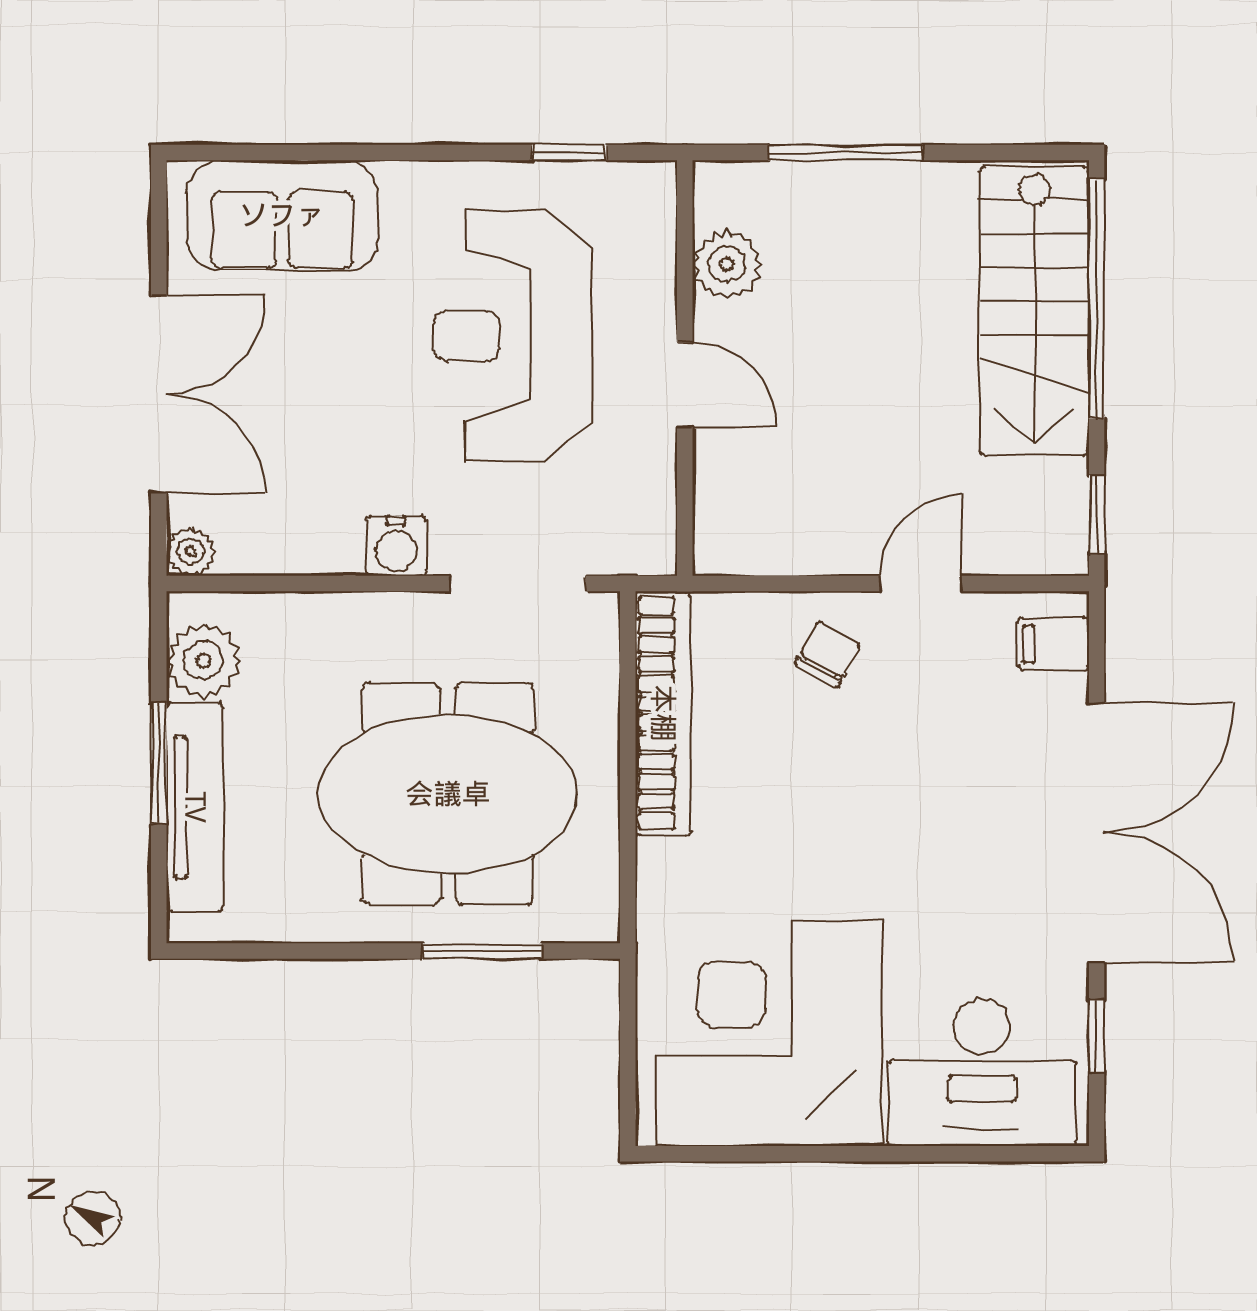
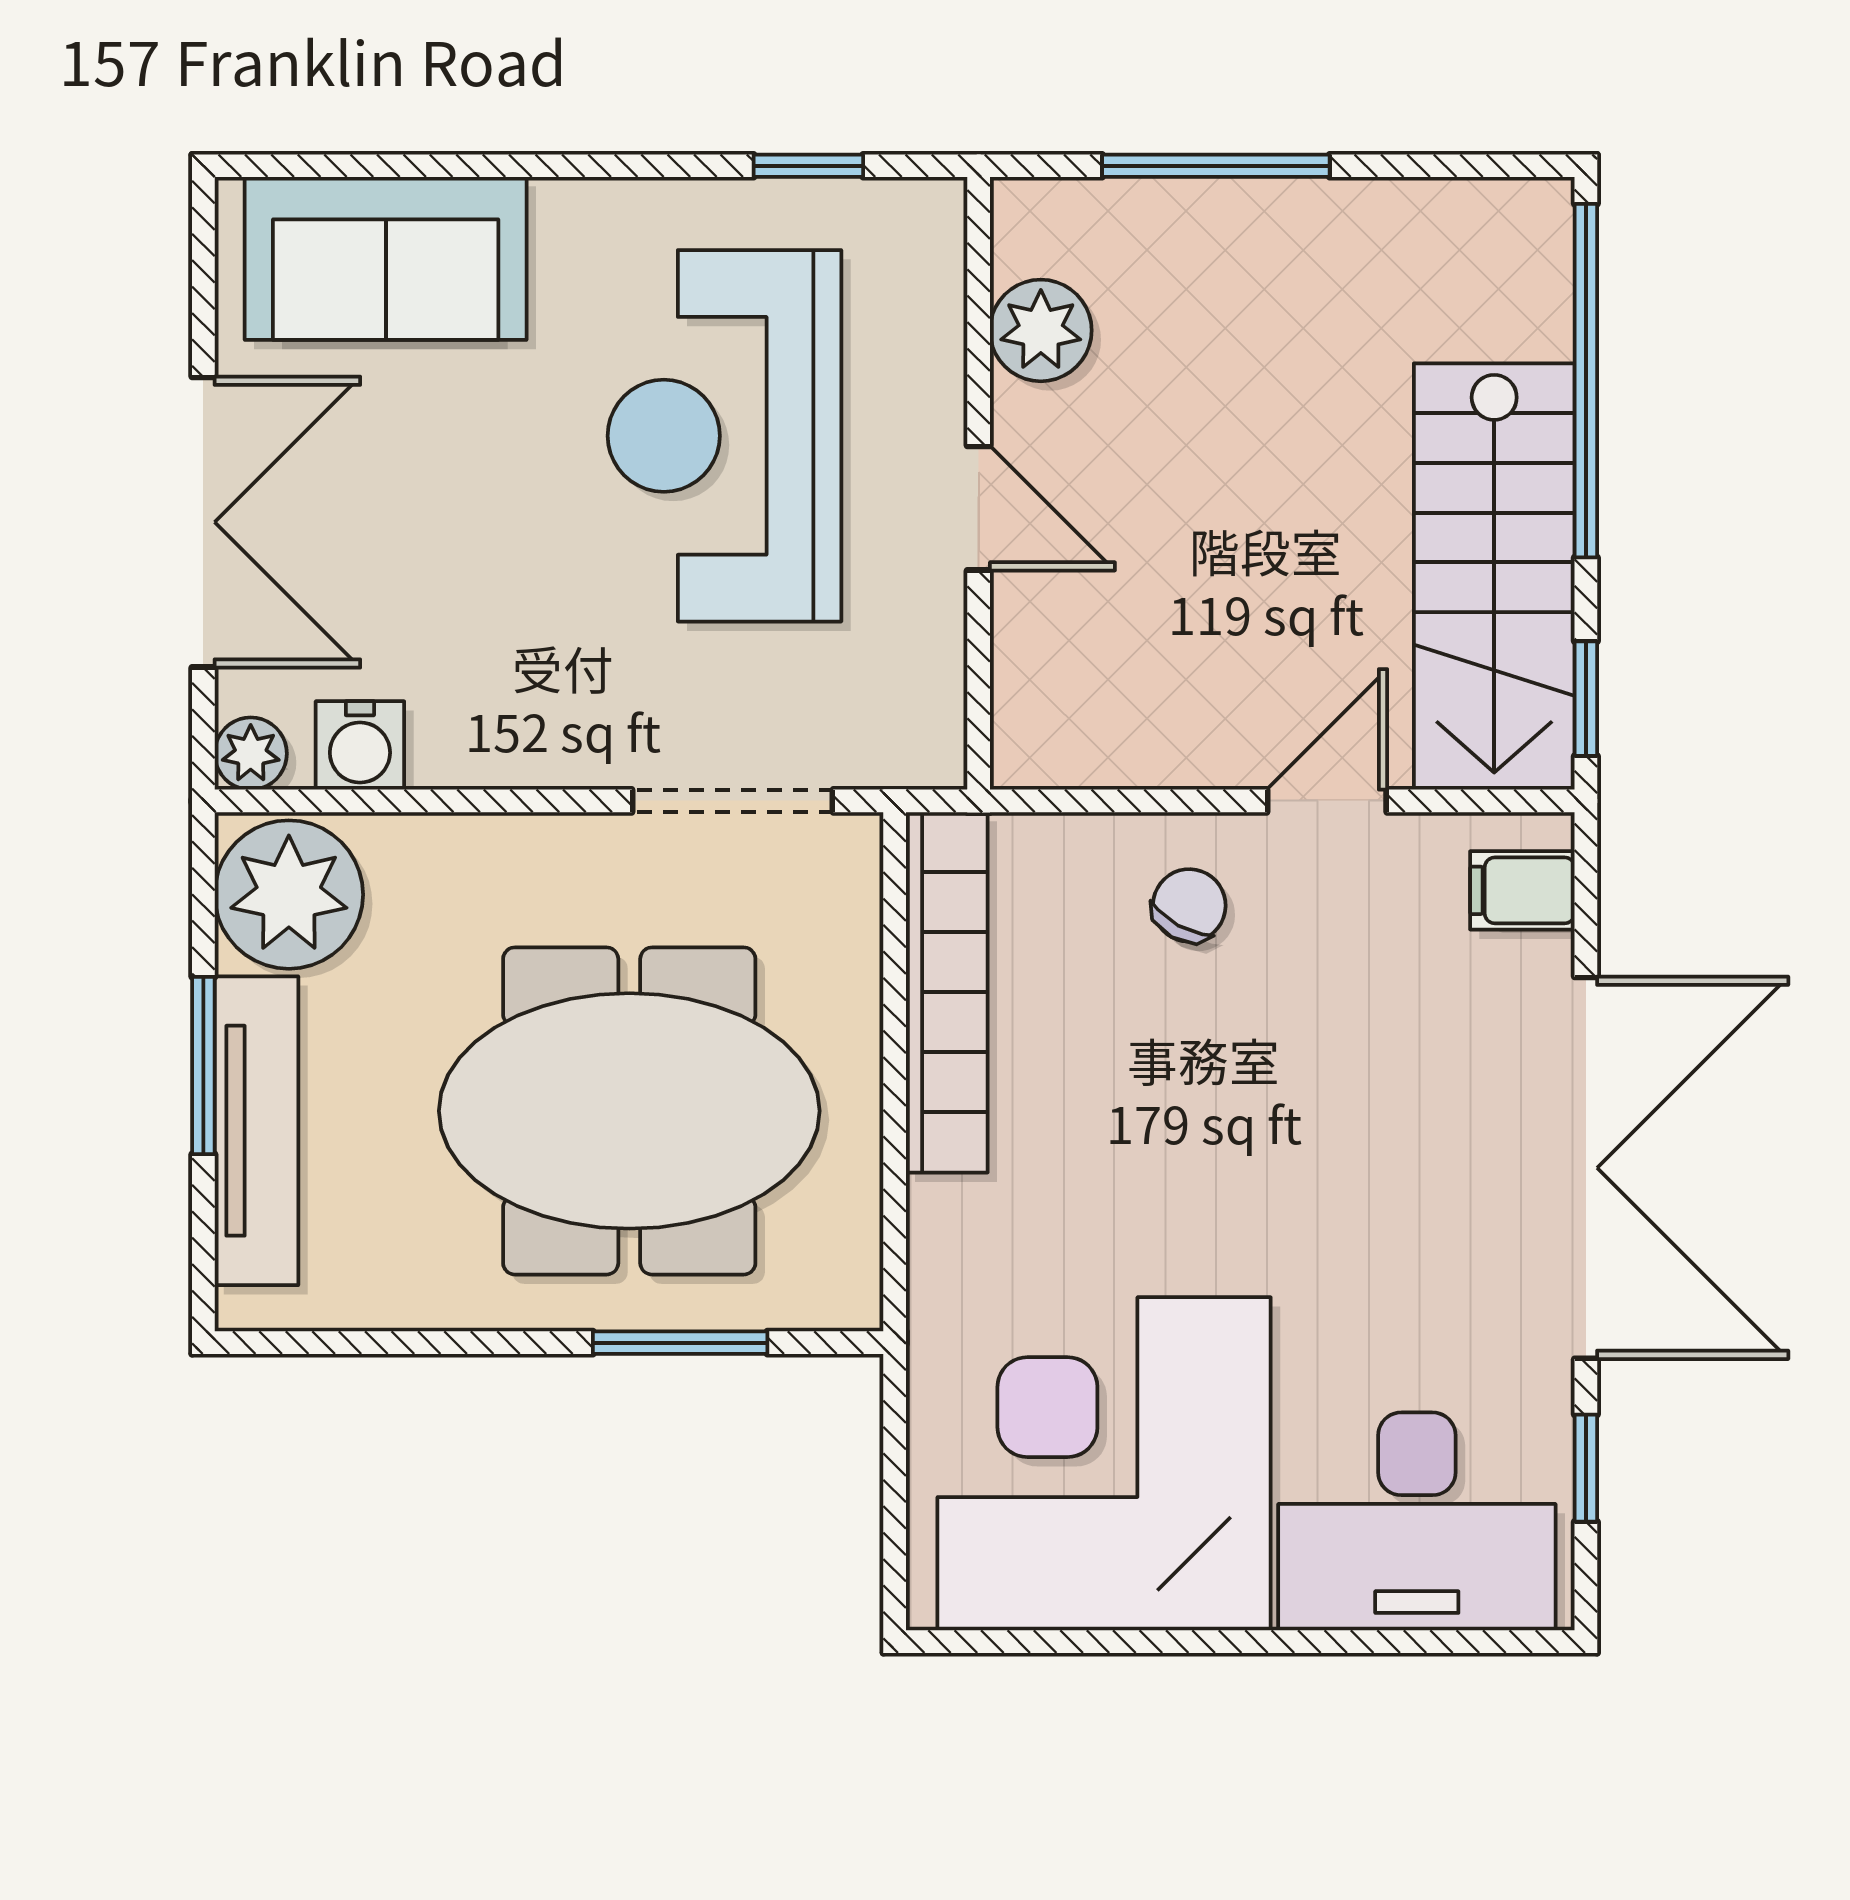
stairs: (1034, 311) -> (1494, 576), moved
water cooler: (396, 546) -> (360, 745), moved
plant: (203, 660) -> (289, 895), width x1.36, depth x1.36

